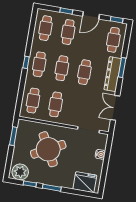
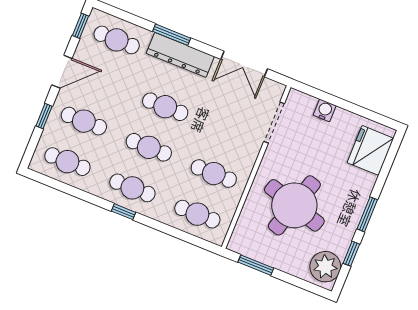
door: (91, 15) -> (62, 72), hinge flipped
round table: (48, 149) -> (294, 205), turned 45

